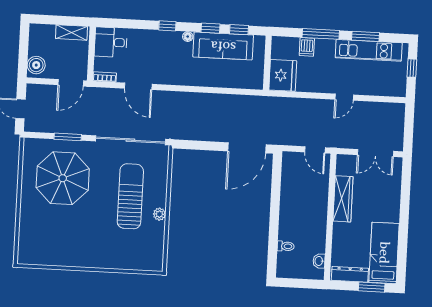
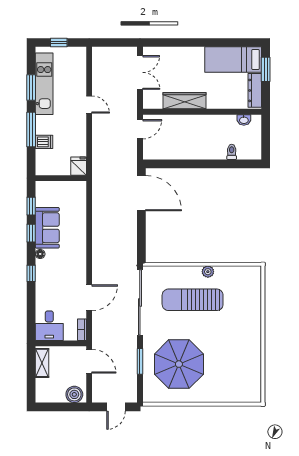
sofa: (223, 46) -> (47, 228), width x0.73
fridge: (283, 75) -> (79, 166), width x0.53, depth x0.75

